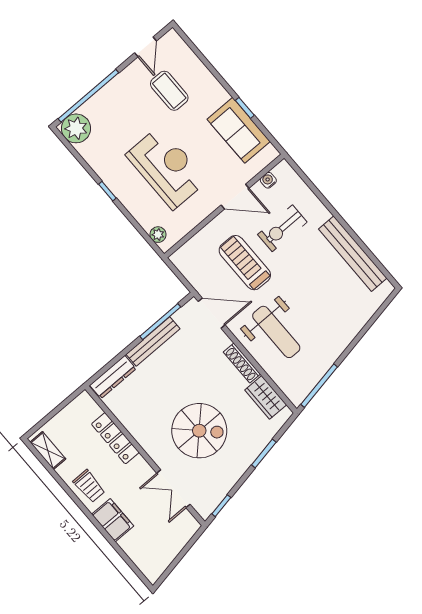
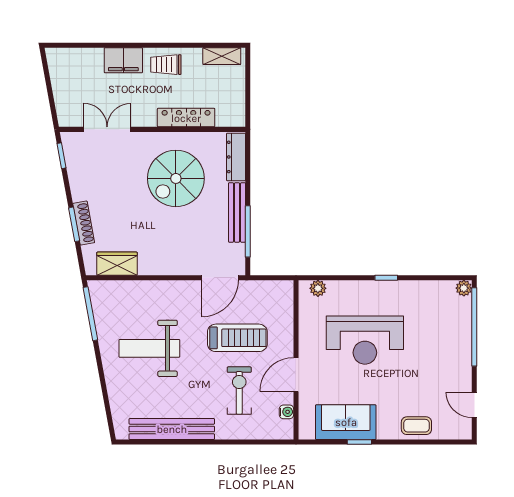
coffee table: (169, 91) -> (416, 426), moved, width x0.73, depth x0.77
plant: (76, 128) -> (464, 288), width x0.53, depth x0.53
weight bench: (276, 332) -> (149, 348), moved
shoe rack: (242, 363) -> (84, 223), moved, turned 80
spiral stairs: (199, 431) -> (176, 178), moved

